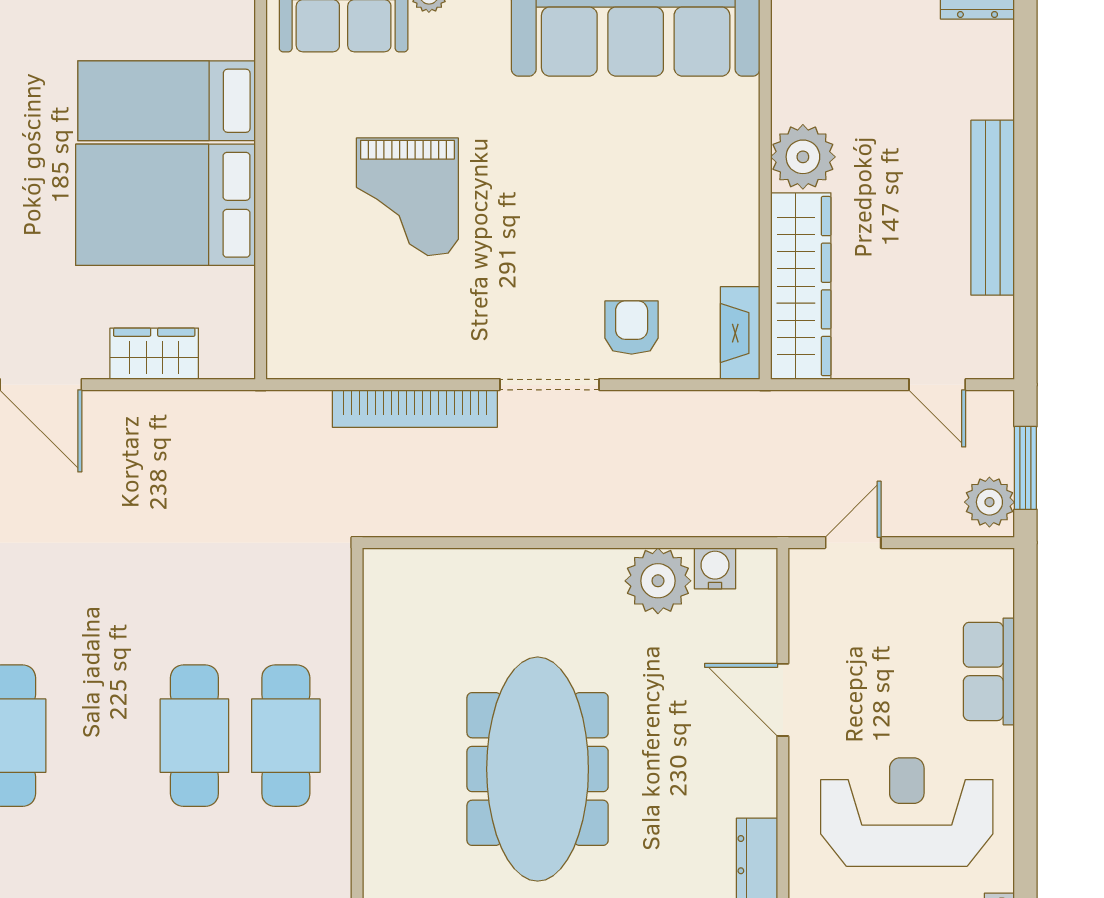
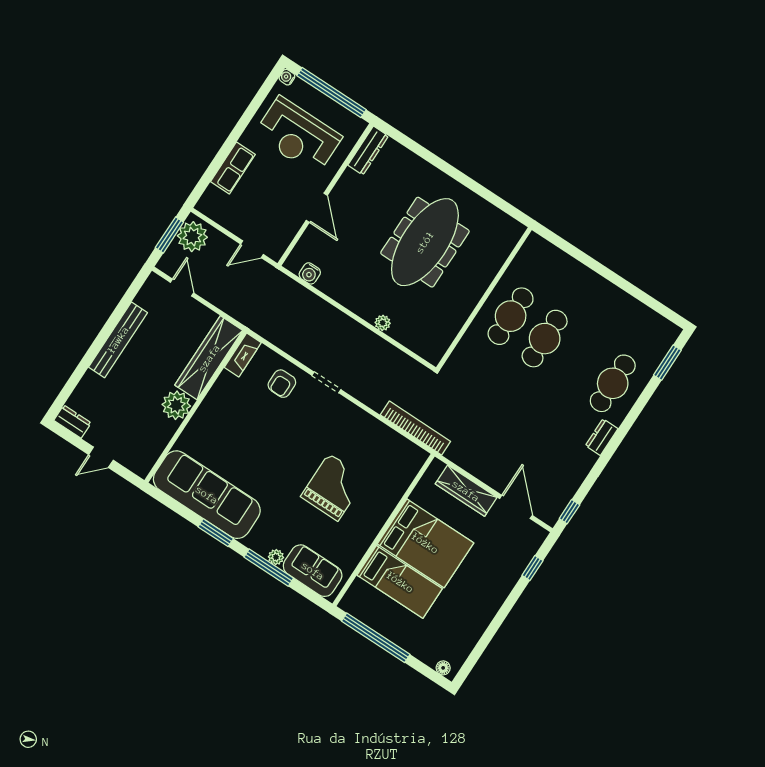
wardrobe: (154, 354) -> (466, 491), width x1.50
doorway: (549, 385) -> (326, 382), width x0.73
bookcase: (415, 409) -> (415, 428), moved
plant: (989, 502) -> (192, 237), width x1.36, depth x1.36
plant: (658, 581) -> (383, 323), moved, width x0.53, depth x0.53

